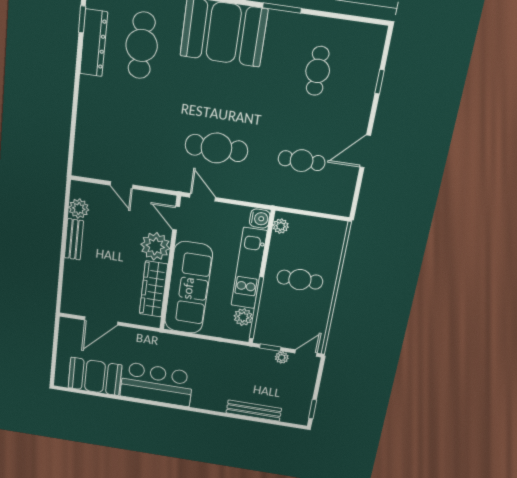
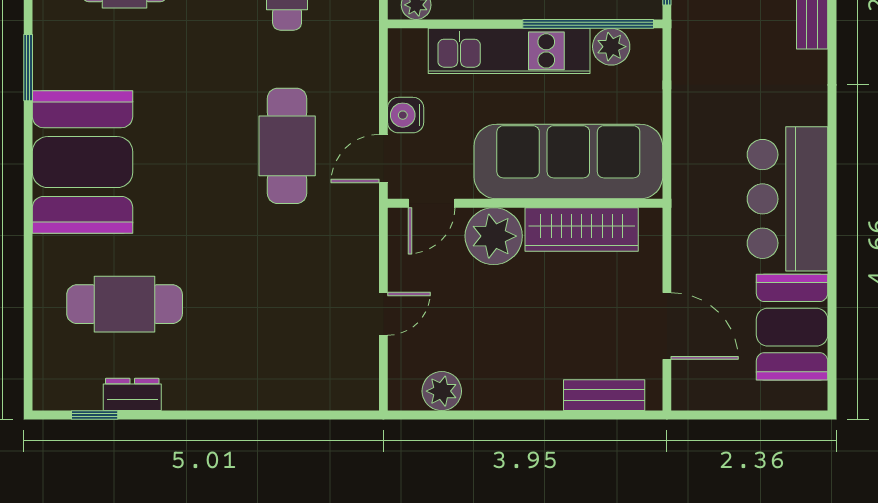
dresser: (94, 43) -> (132, 394), width x0.51, depth x0.80
water cooler: (260, 219) -> (406, 115), moved, turned -90
bench: (74, 239) -> (604, 395), moved

